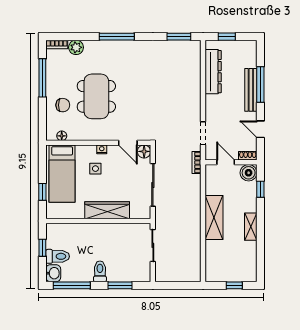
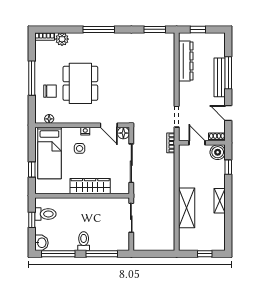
window: (42, 78) -> (32, 78), moved
shelving: (214, 218) -> (187, 208), moved
toilet: (58, 256) -> (45, 214), moved
window: (120, 285) -> (102, 254), width x1.44

